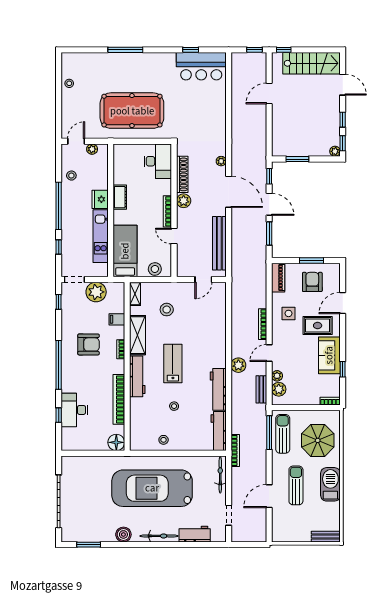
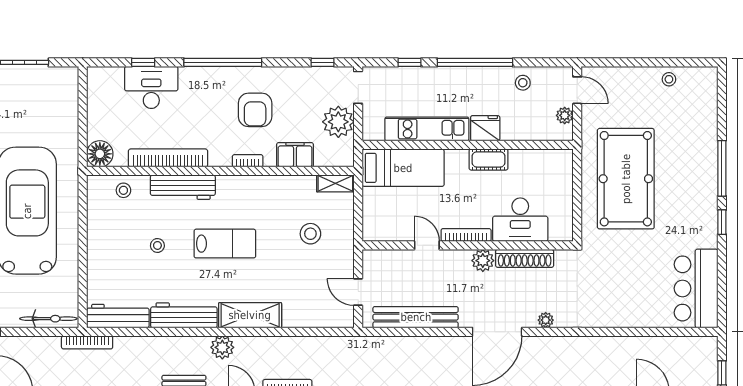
window: (191, 50) -> (722, 222), moved
desk: (158, 161) -> (520, 220), moved
door: (174, 236) -> (427, 245), hinge flipped
stool: (155, 269) -> (375, 215), removed
filing cabinet: (117, 319) -> (295, 155), width x2.00
shelving: (138, 335) -> (250, 315), moved
workbench: (137, 376) -> (183, 187), moved
stool: (164, 440) -> (123, 190), moved

